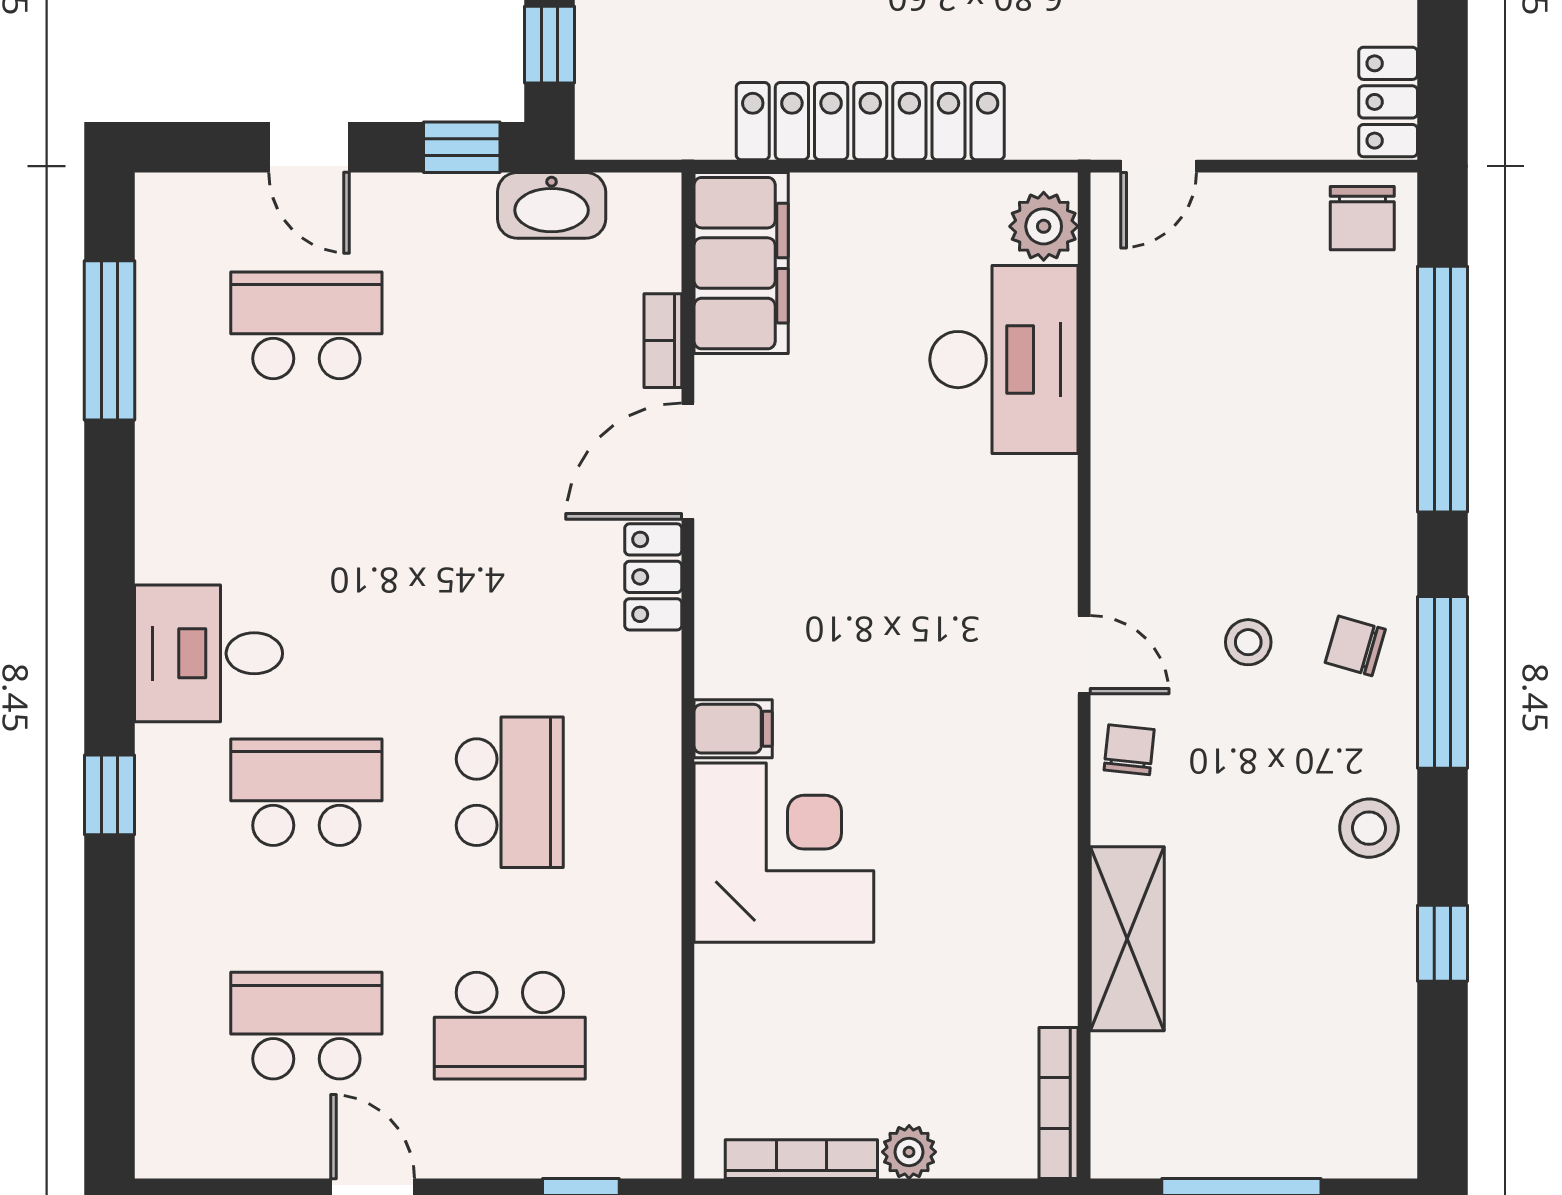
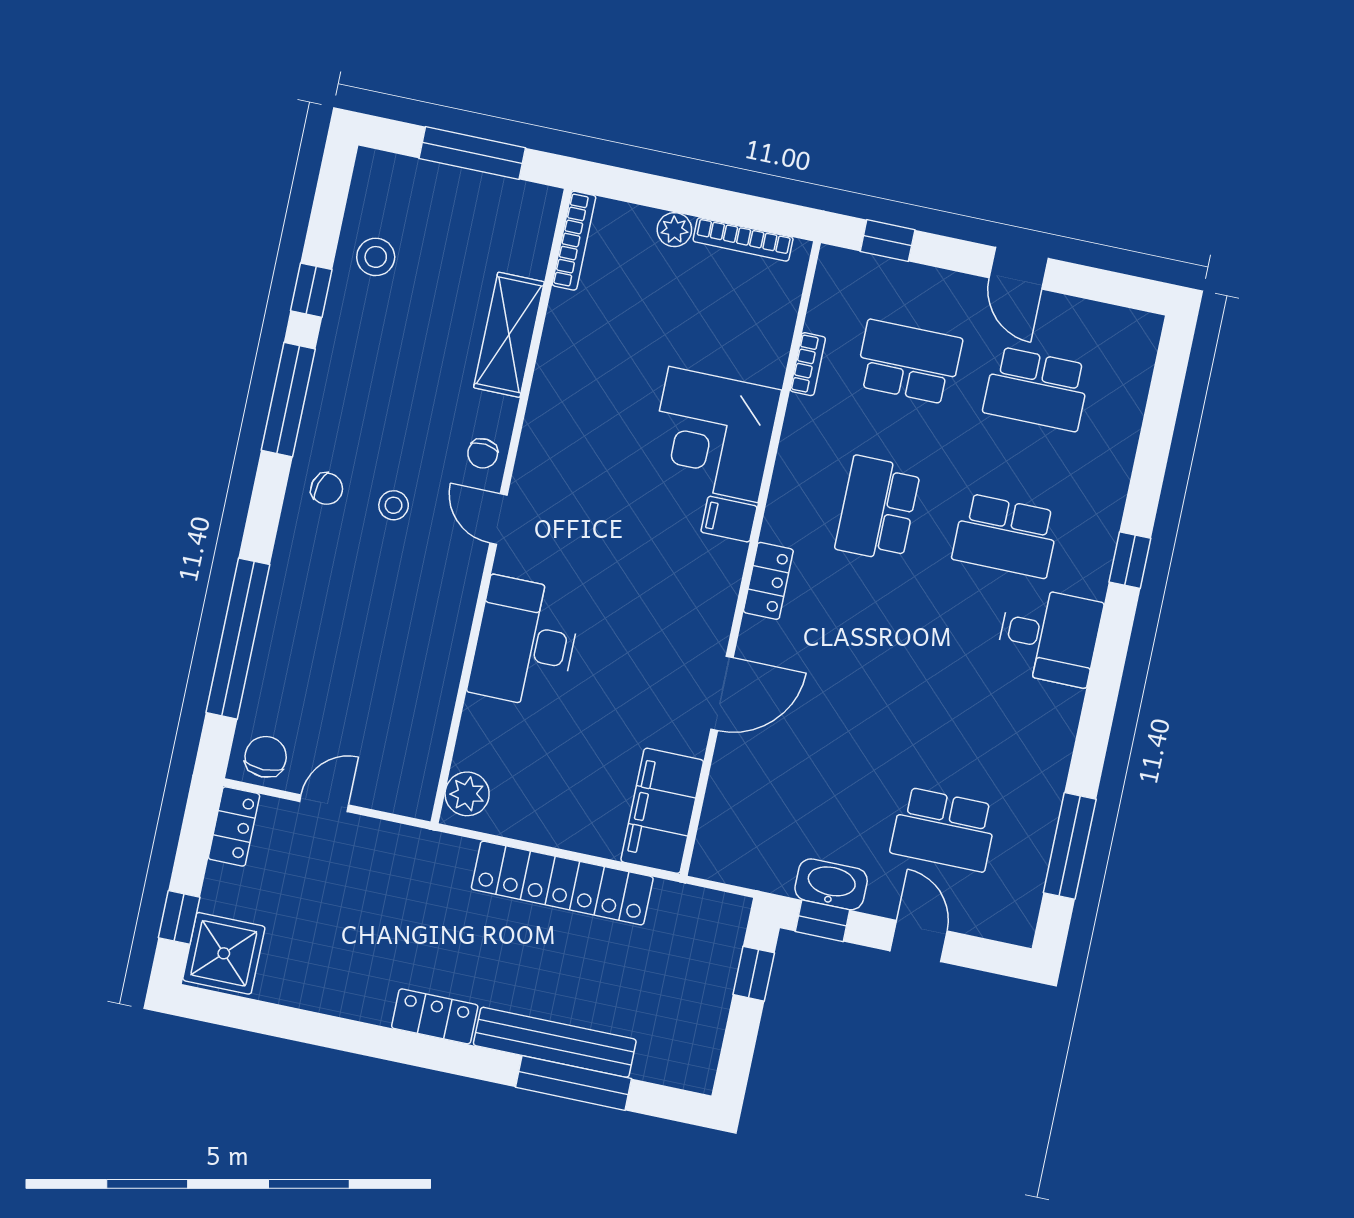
door: (1159, 166) -> (324, 803), moved
washbasin: (552, 205) -> (831, 884), moved
bookcase: (663, 341) -> (808, 364), moved
desk: (1004, 360) -> (525, 642), moved
locker: (653, 577) -> (768, 581), moved
window: (1442, 682) -> (288, 400), moved
stool: (1369, 828) -> (376, 257), moved

